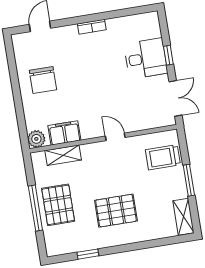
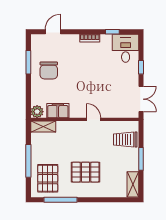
window: (121, 13) -> (112, 32), added
desk: (146, 58) -> (126, 48), moved, turned -90
window: (13, 73) -> (28, 62), added
shelving: (63, 155) -> (43, 126), moved
pallet: (58, 205) -> (48, 178), moved
window: (88, 254) -> (60, 200), width x2.17

